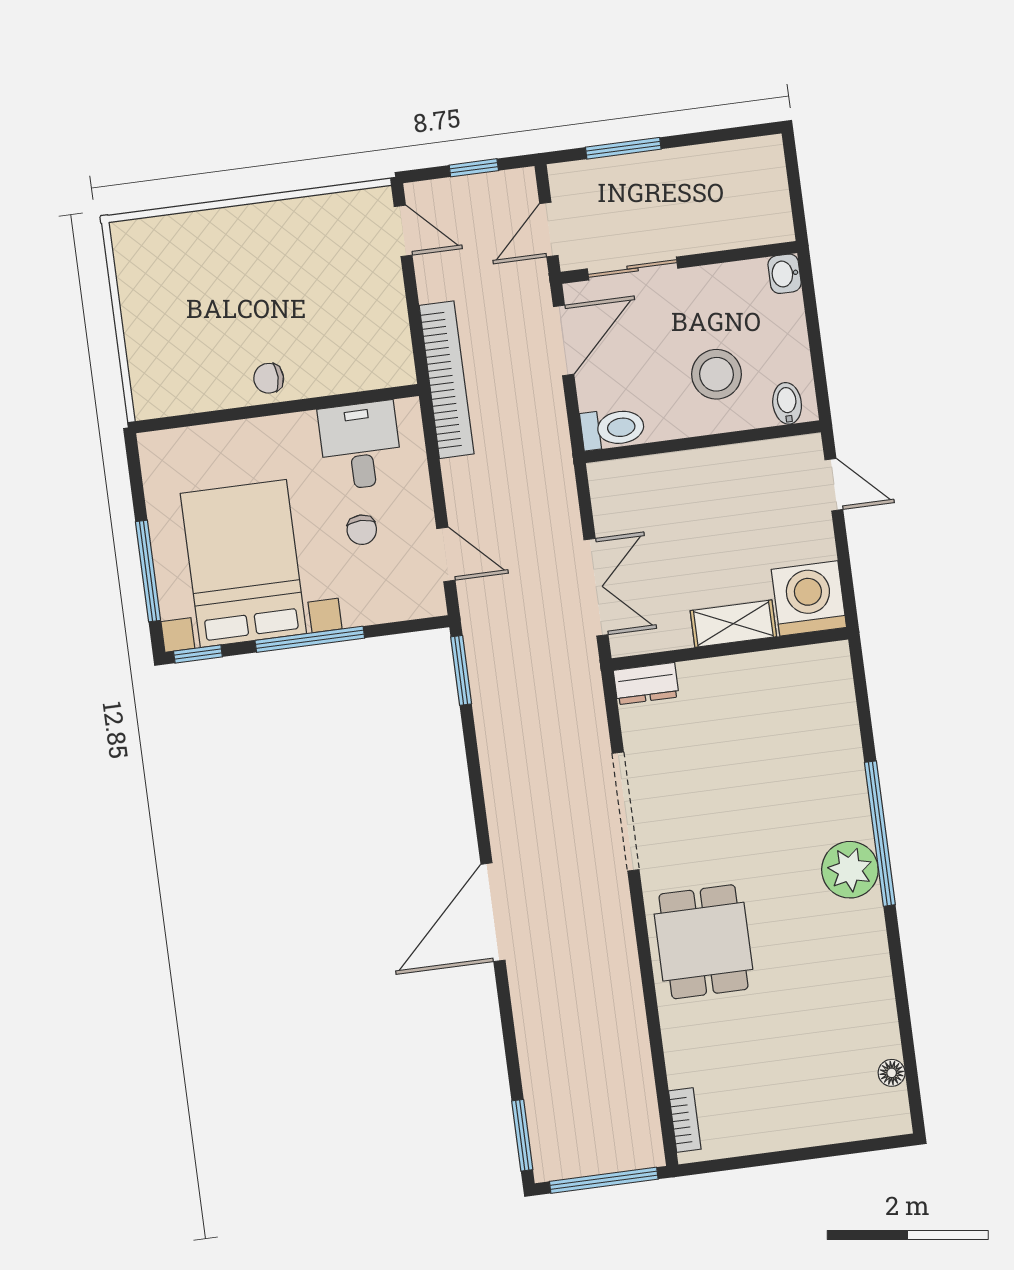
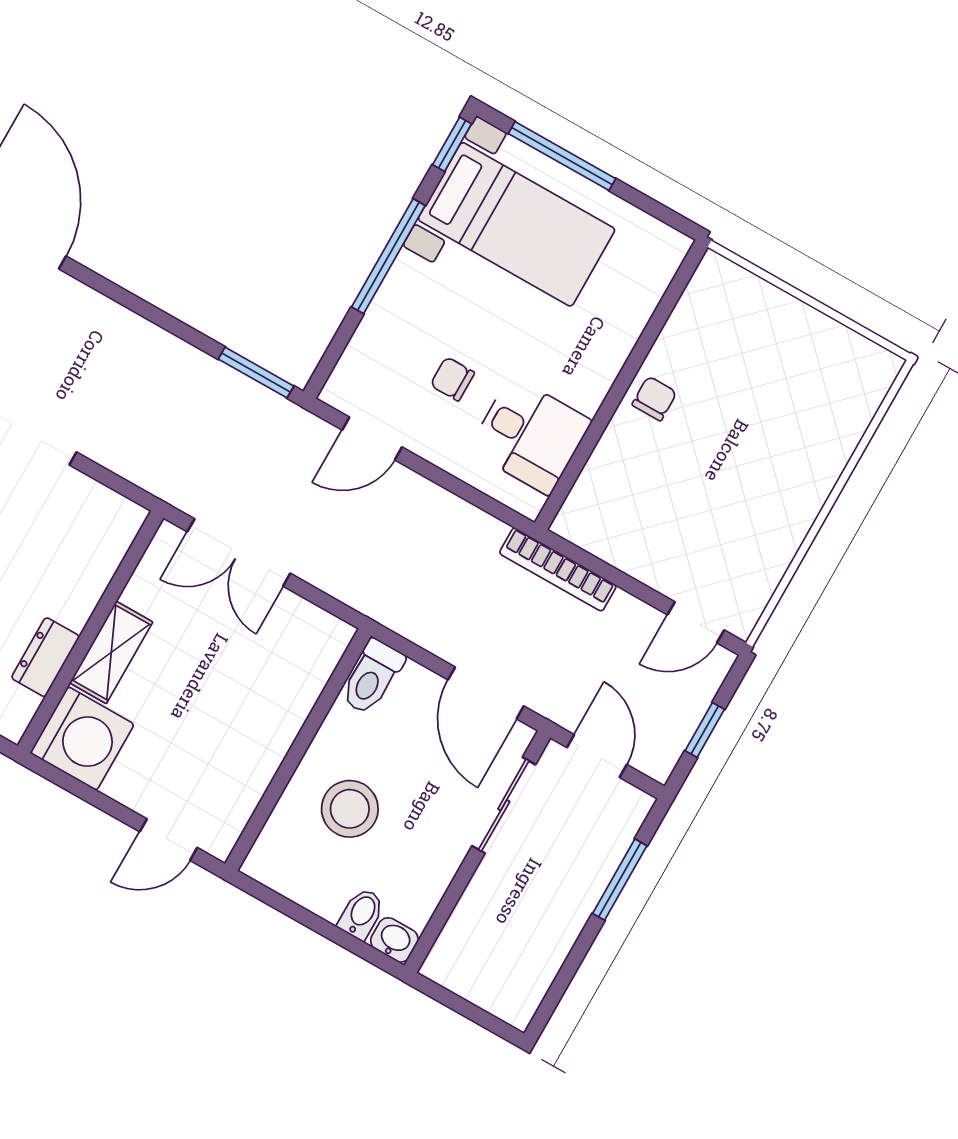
bookcase: (447, 380) -> (558, 569), width x0.68, depth x0.76
bidet: (787, 403) -> (361, 914), moved, turned -90
bed with nightstands: (243, 564) -> (517, 224), width x0.73
dresser: (646, 684) -> (45, 657), moved

